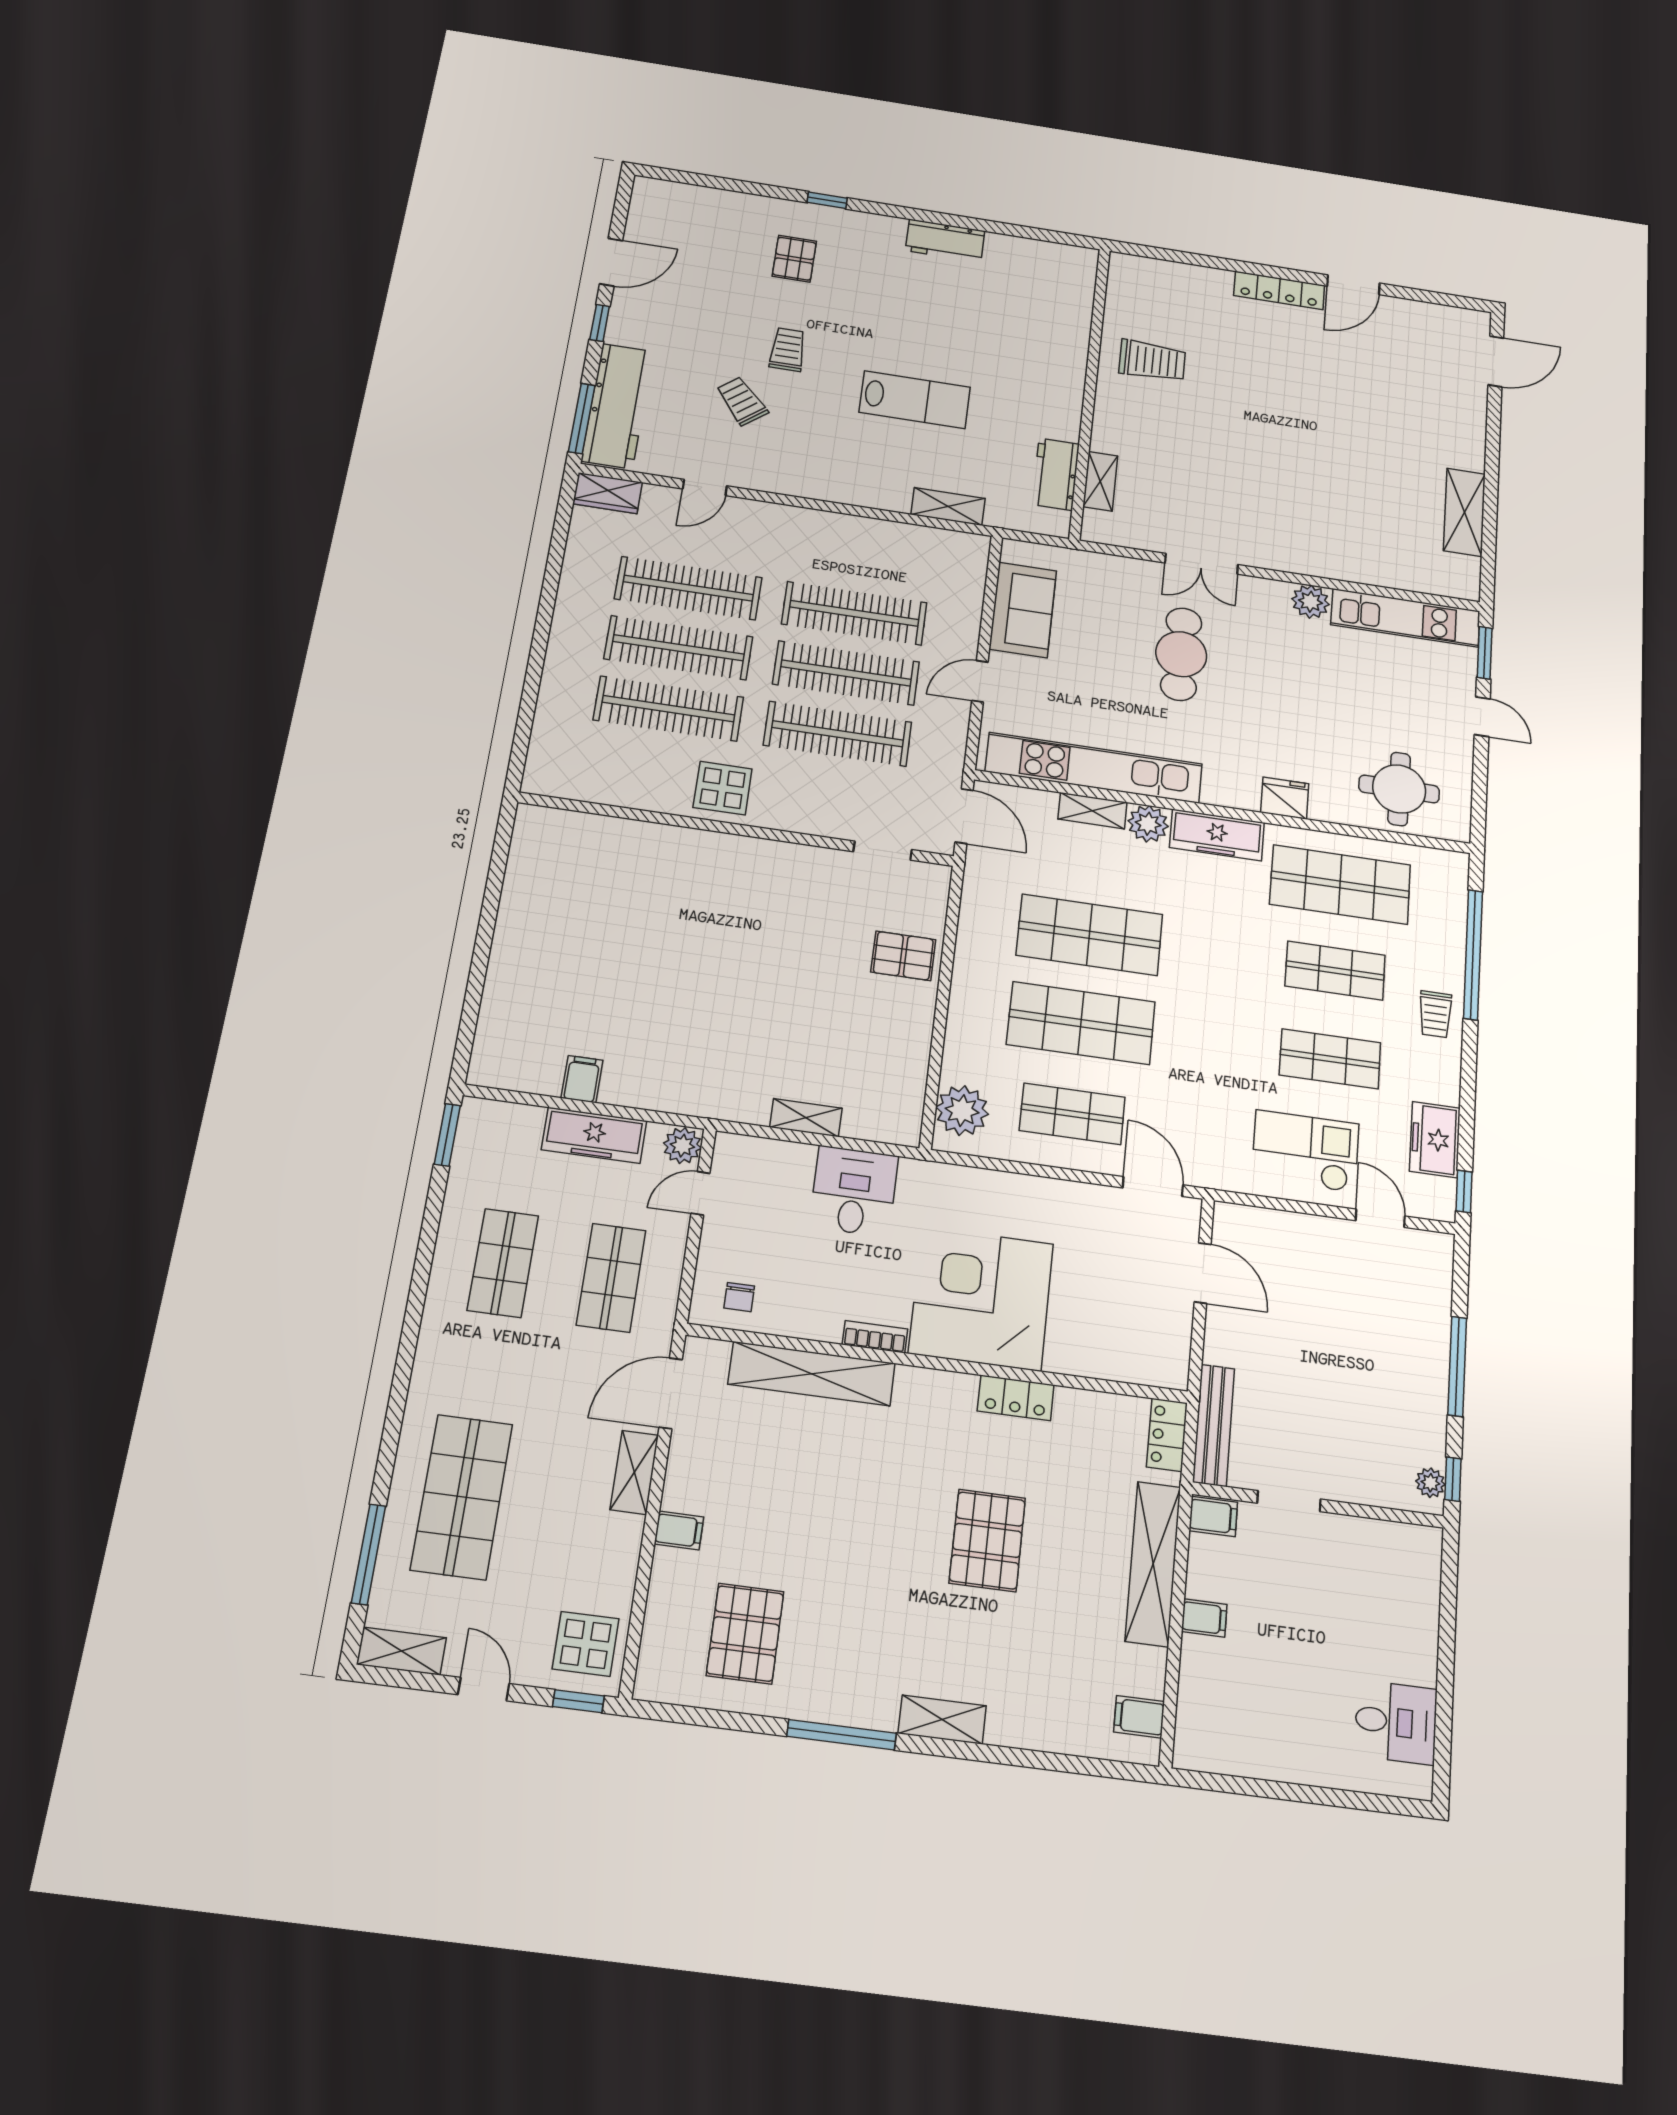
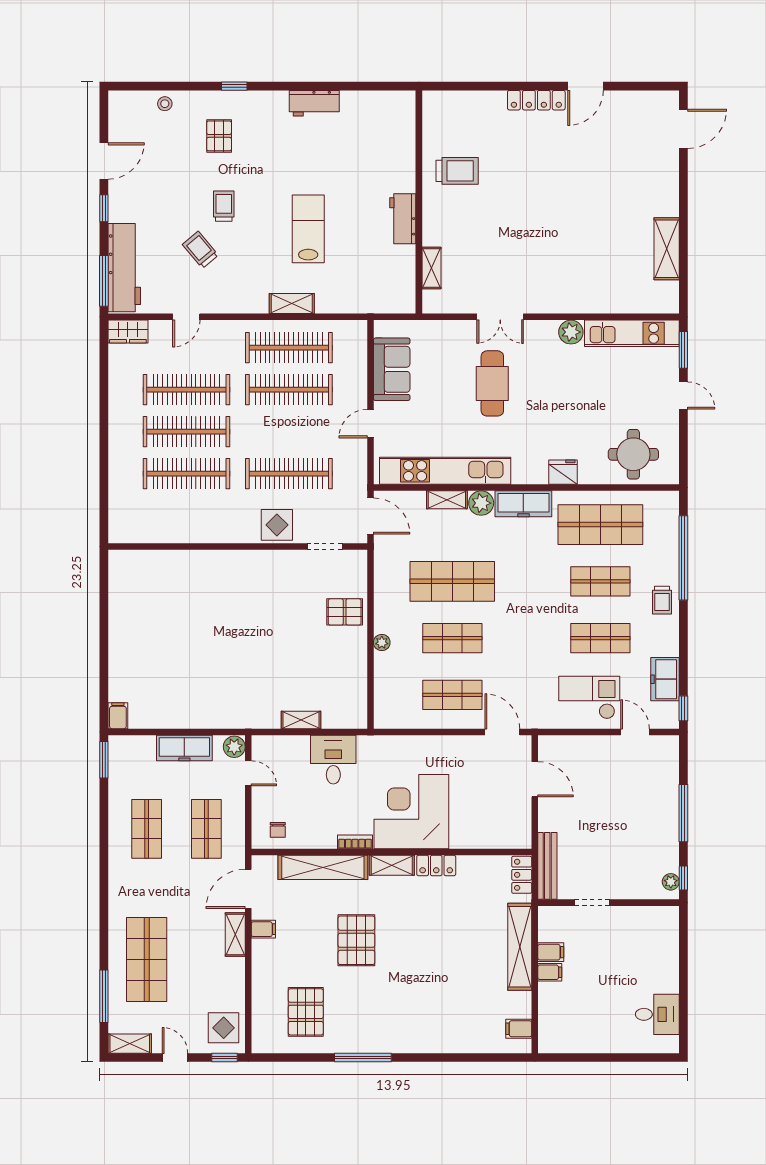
stool: (718, 205) -> (165, 104), added
lab bench: (915, 400) -> (308, 229), turned -90
workbench: (1056, 474) -> (403, 219), moved
shelving: (948, 506) -> (292, 304), moved
clothes rail: (846, 673) -> (289, 348), moved
display table: (723, 788) -> (277, 525), moved
shop shelf: (1081, 1023) -> (452, 638), width x0.70, depth x0.74
filing cabinet: (582, 1079) -> (118, 716), moved
plant: (962, 1111) -> (382, 643), moved, width x0.53, depth x0.53
door: (700, 1193) -> (248, 773), swing flipped
filing cabinet: (1213, 1516) -> (551, 952), moved
filing cabinet: (679, 1530) -> (263, 929), moved
pallet: (987, 1540) -> (356, 940), moved
shelving: (942, 1720) -> (392, 865), moved

